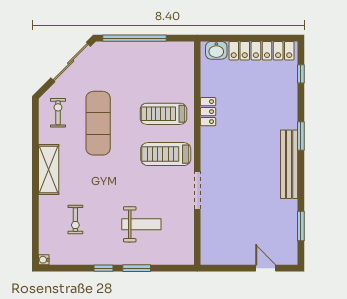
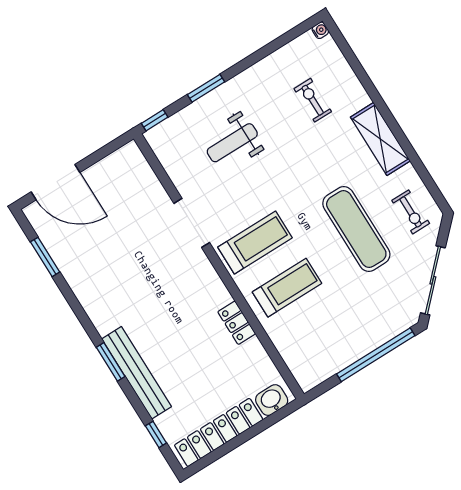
bench: (289, 164) -> (137, 373), moved
window: (104, 268) -> (155, 120), moved
door: (266, 268) -> (56, 182), width x1.87

